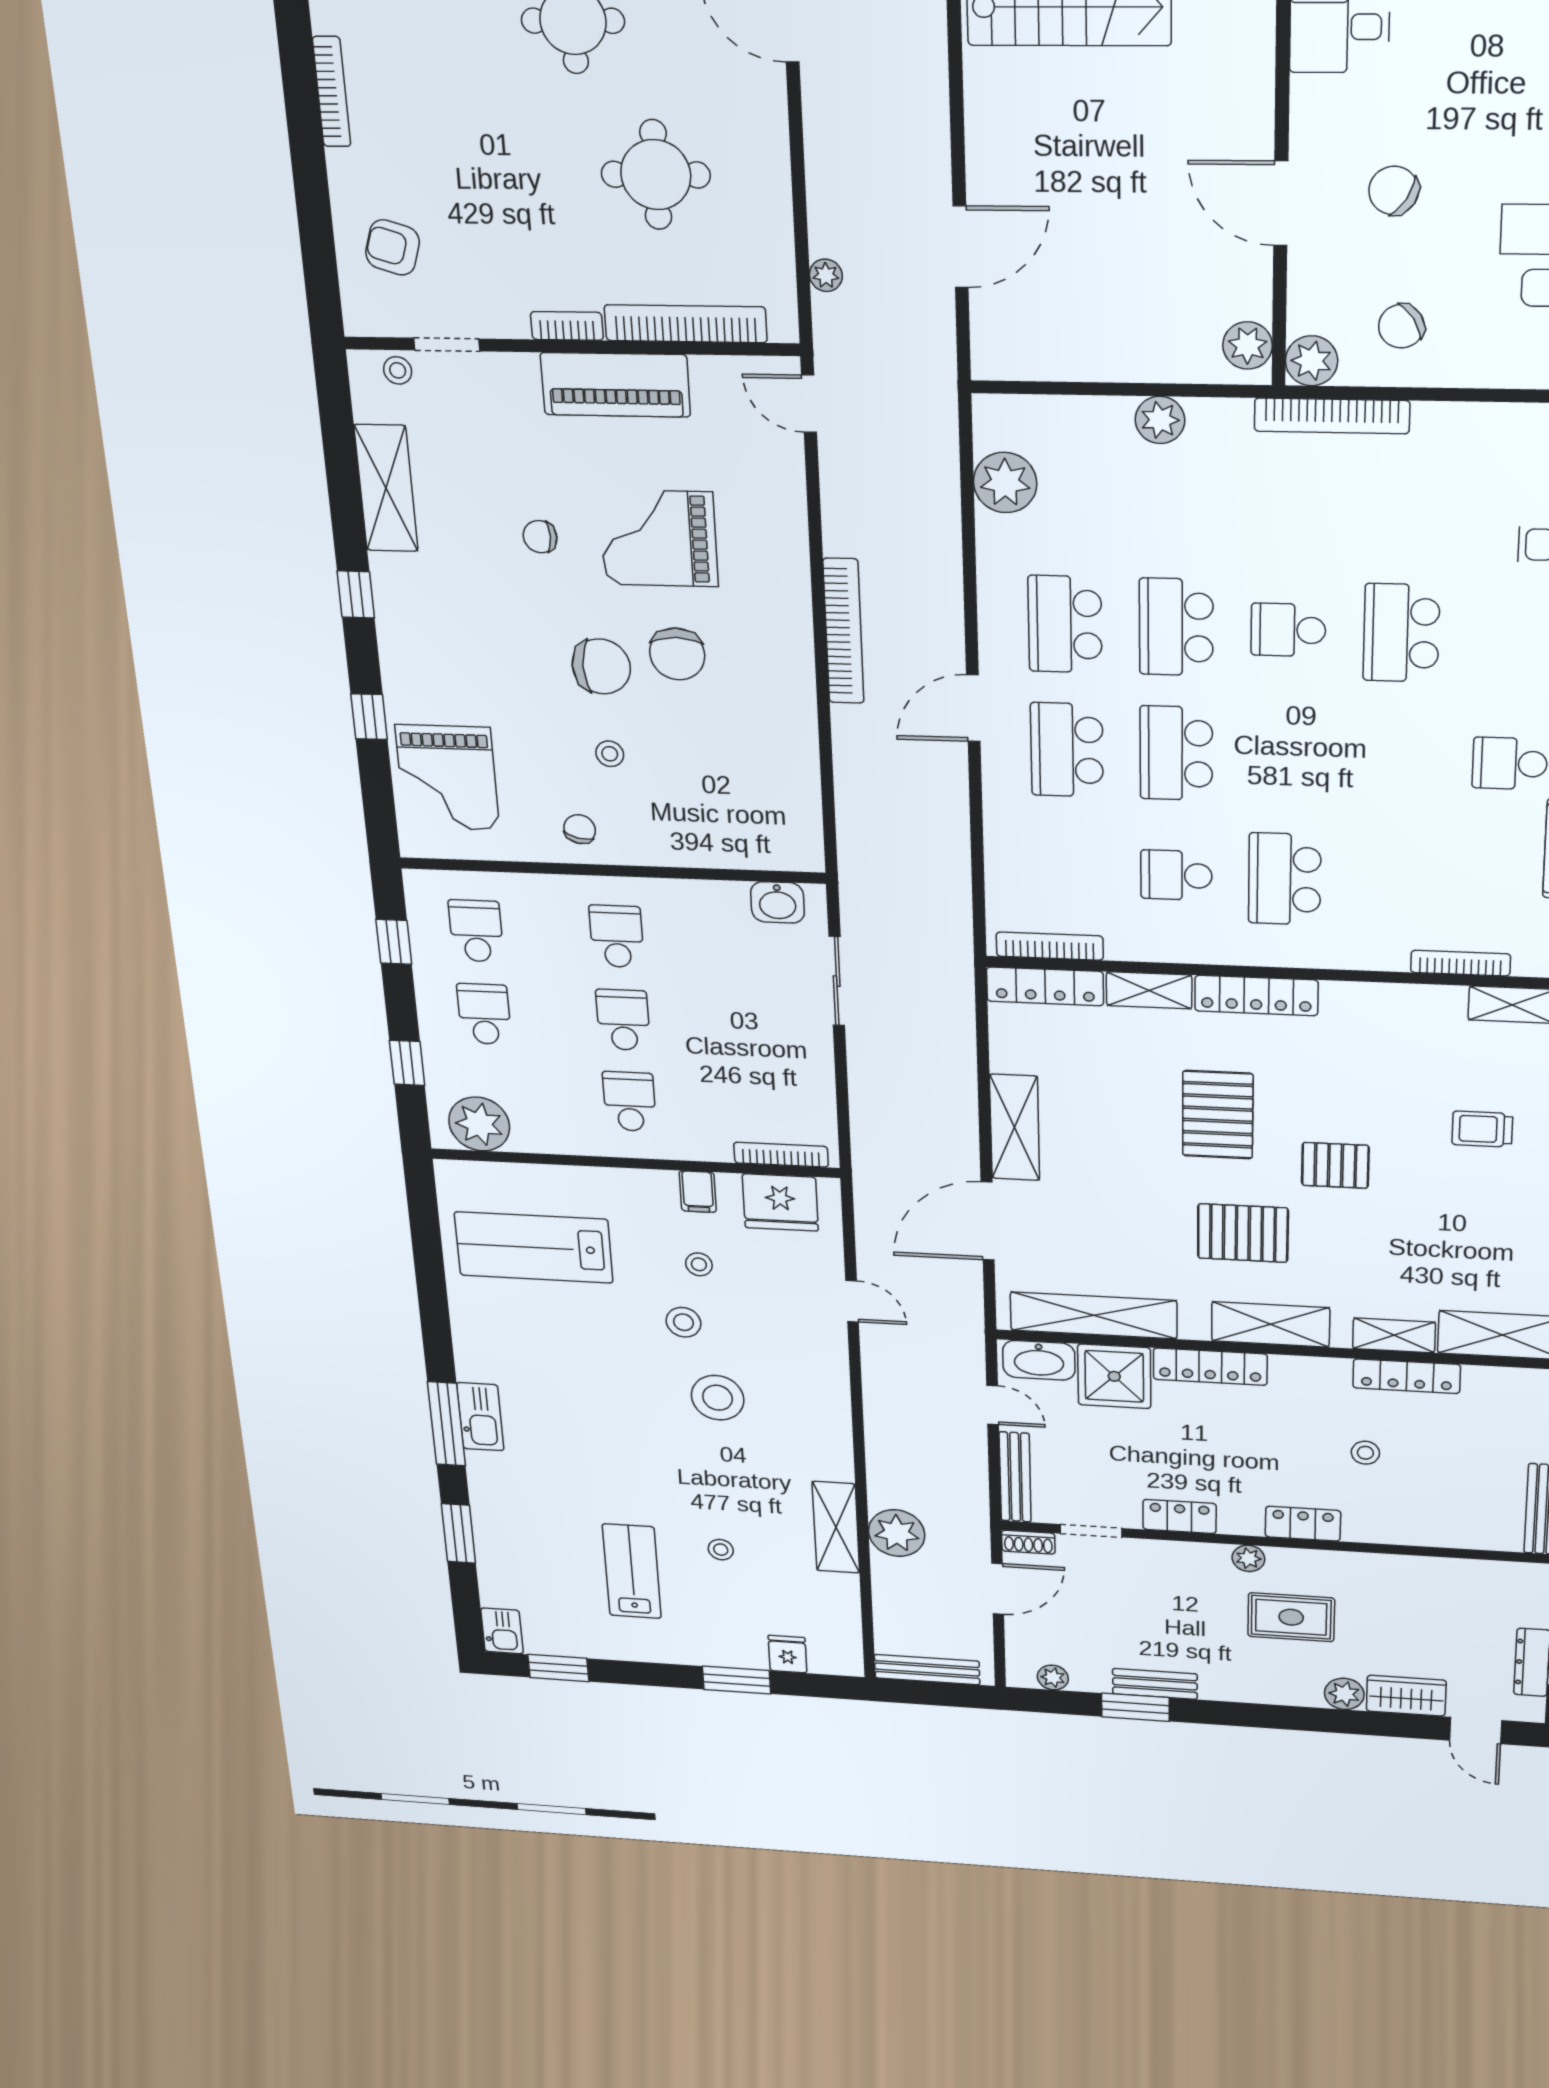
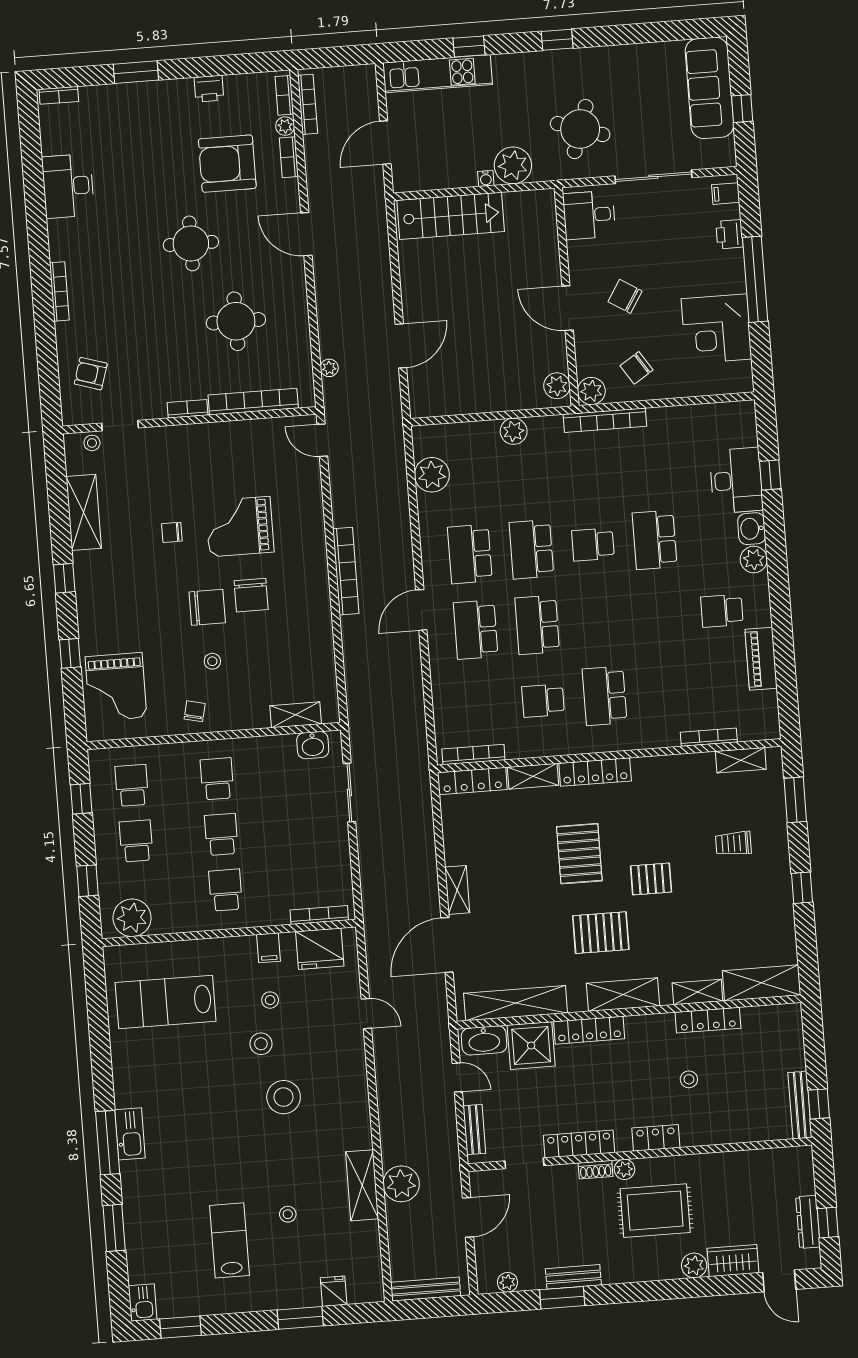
piano: (615, 385) -> (215, 440), removed
shelving: (750, 853) -> (296, 715), added
shelving: (1015, 1127) -> (457, 890), width x0.67, depth x0.75
bench: (1015, 1477) -> (474, 1129), width x0.73
locker: (1180, 1516) -> (579, 1144), width x1.53
shoe rack: (1028, 1542) -> (596, 1170), moved
rug: (1291, 1617) -> (655, 1211), width x1.36, depth x1.43

